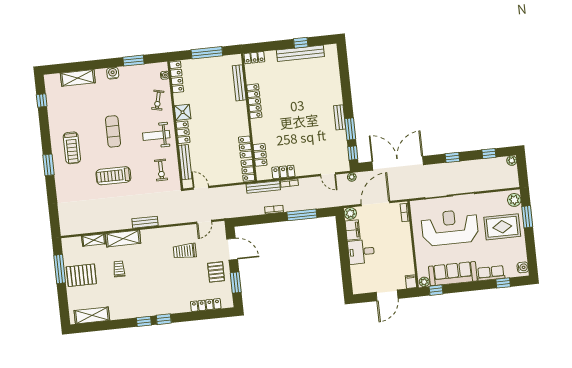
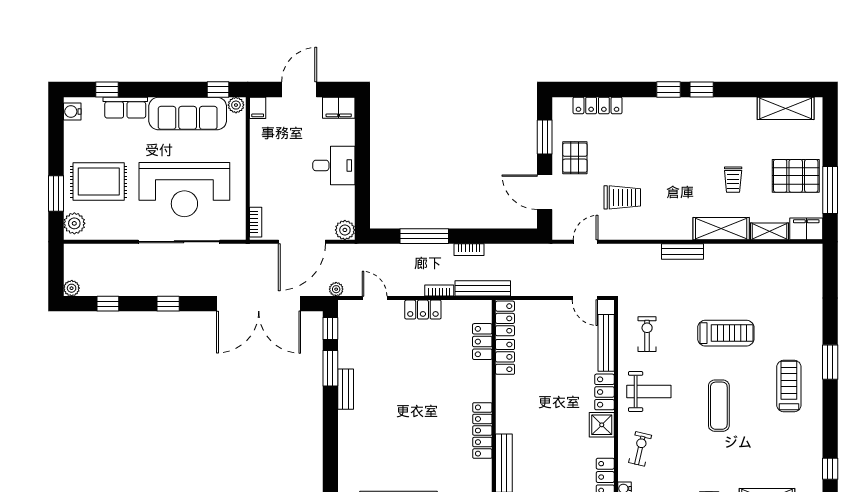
locker: (283, 172) -> (423, 310), moved
filing cabinet: (353, 230) -> (339, 108), moved, turned -90
filing cabinet: (72, 244) -> (806, 229), added

